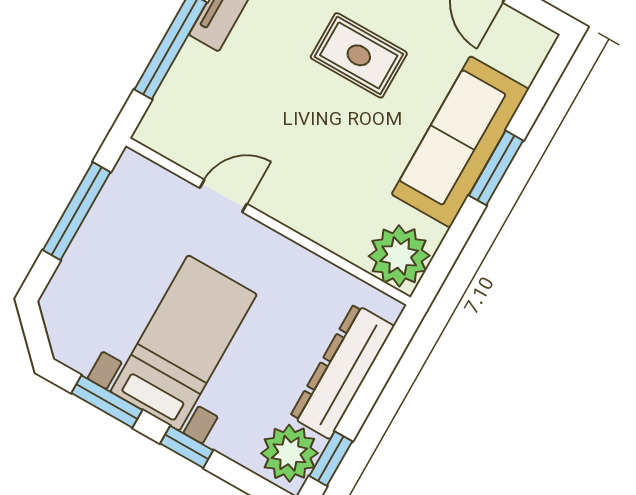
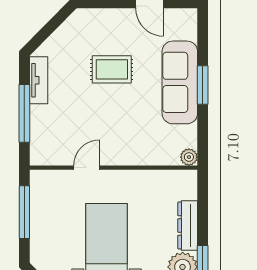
plant: (399, 256) -> (189, 157), width x0.53, depth x0.53
dresser: (342, 371) -> (188, 225), width x0.73, depth x0.80

